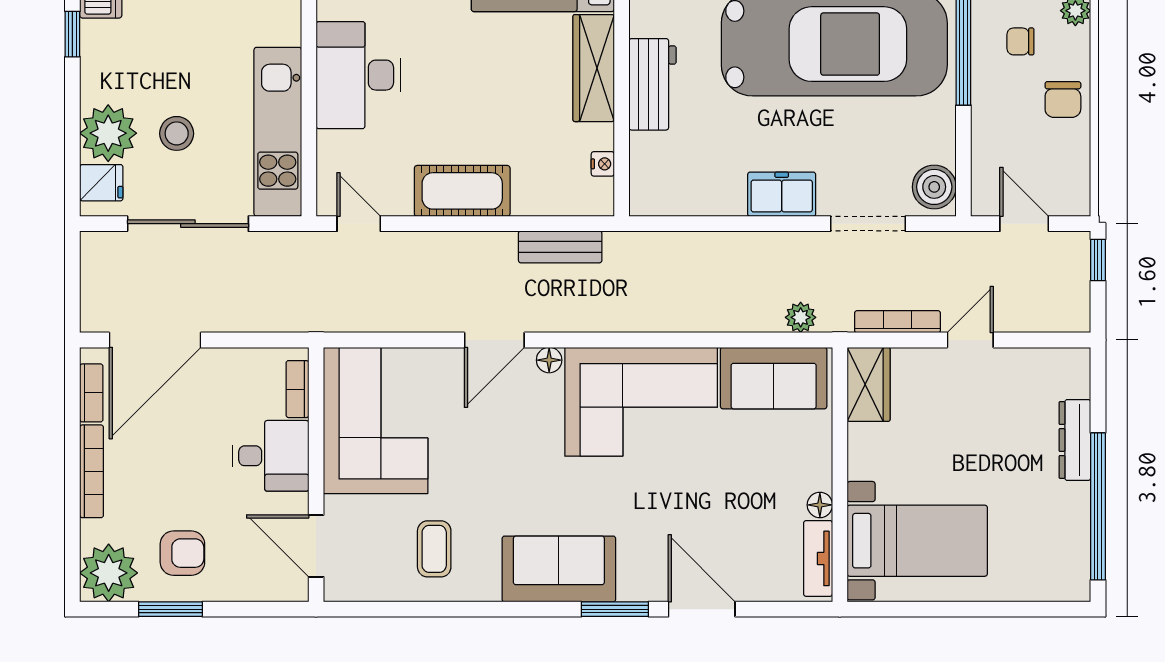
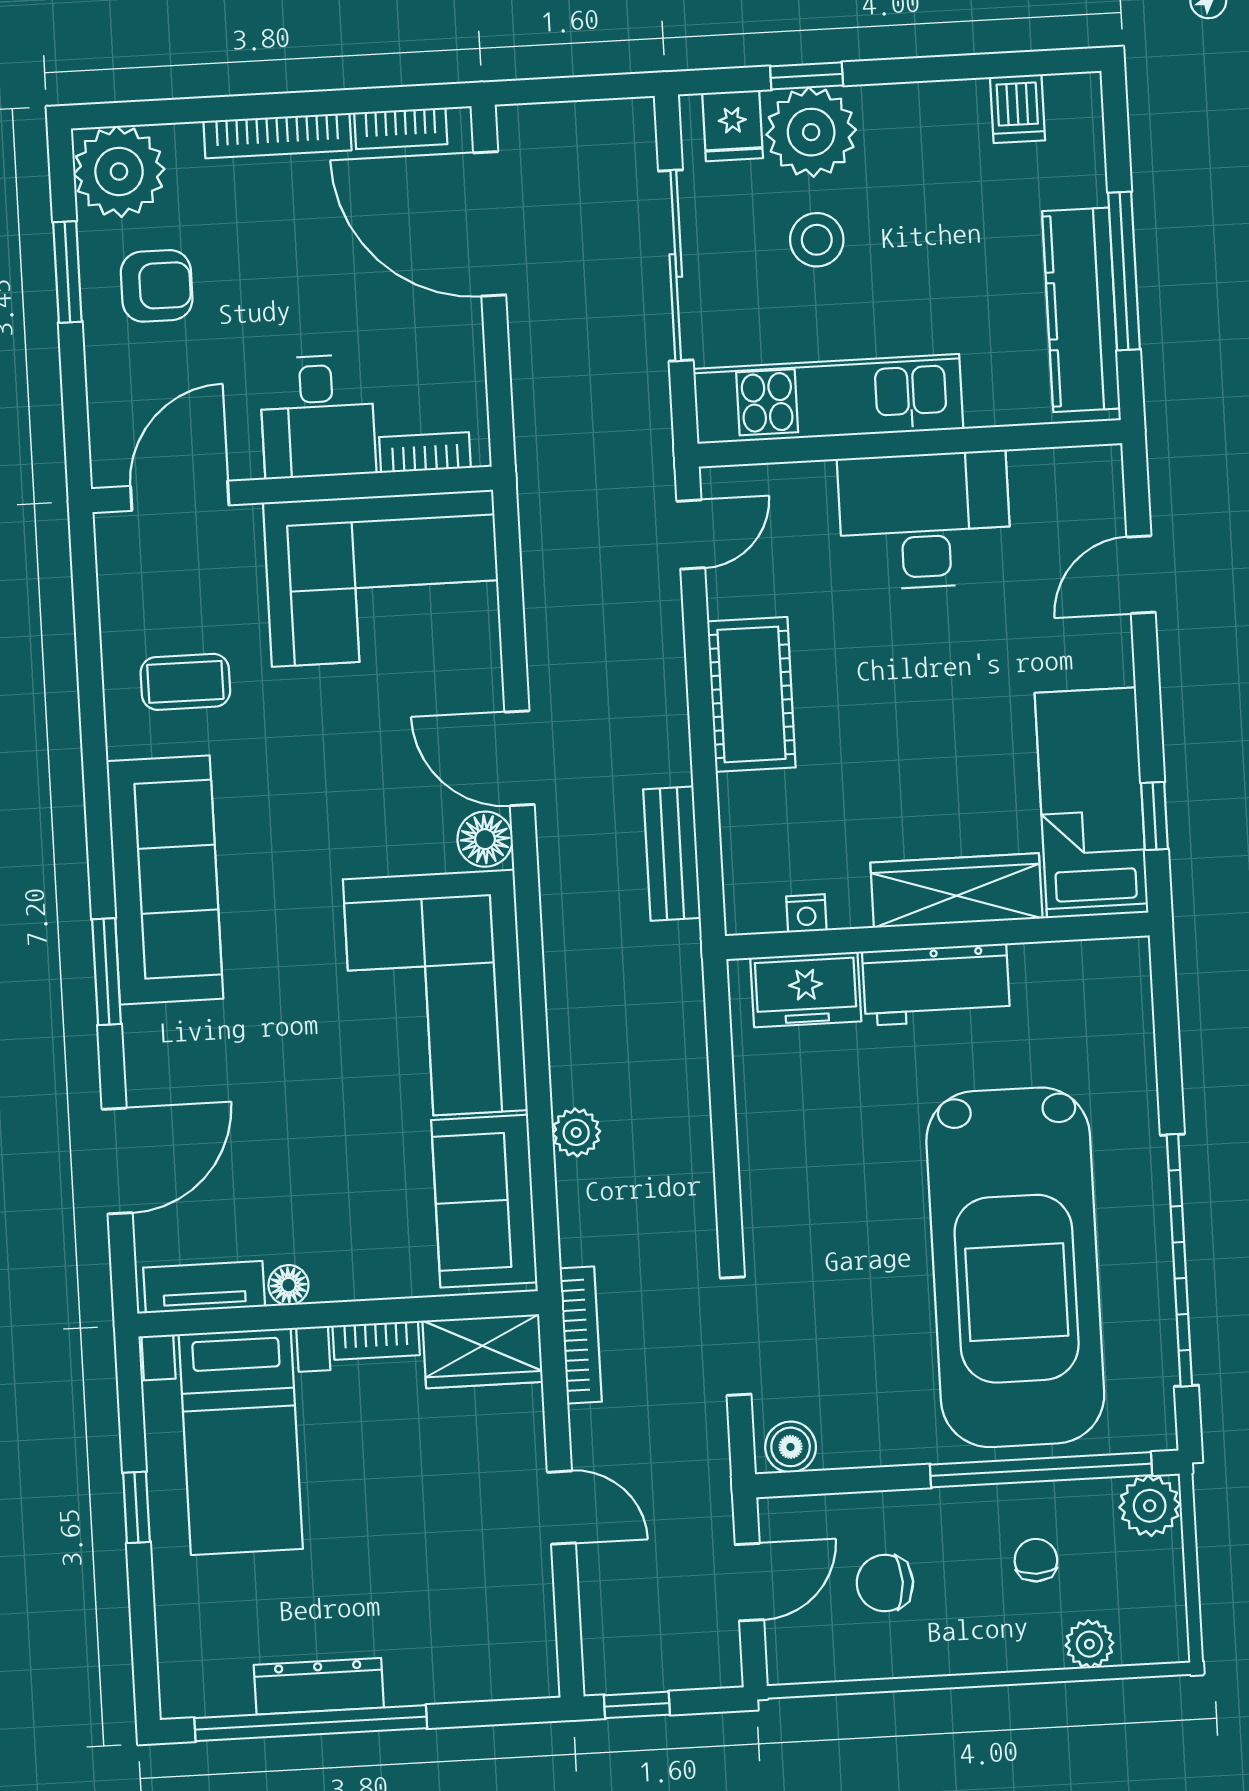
window: (72, 34) -> (807, 76), moved
chair: (1063, 100) -> (885, 1583), moved
boiler: (934, 187) -> (791, 1447), width x0.73, depth x0.73
freezer: (782, 194) -> (806, 990), moved, turned 90
window: (1098, 260) -> (637, 1705), moved
plant: (801, 317) -> (576, 1132), moved
bookcase: (897, 322) -> (581, 1335), moved
floor lamp: (549, 360) -> (485, 839), width x1.37, depth x1.37
dresser: (1075, 440) -> (319, 1686), moved
bookcase: (858, 451) -> (376, 1340), added
armchair: (182, 553) -> (157, 286), turned -90
sofa: (559, 569) -> (165, 880), width x1.36
door: (702, 609) -> (117, 1161), moved
window: (955, 609) -> (136, 1507), added

